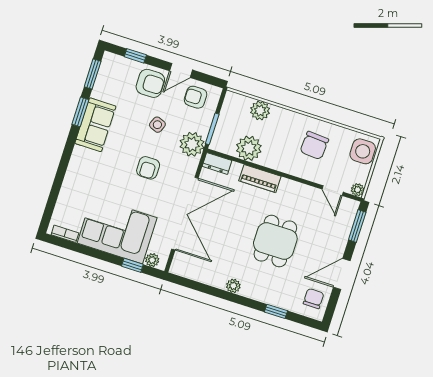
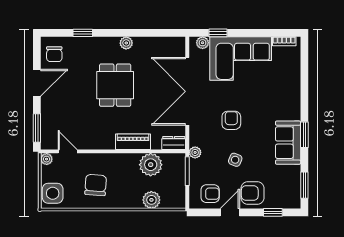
window: (80, 112) -> (304, 135), moved
plant: (192, 144) -> (195, 152), width x0.53, depth x0.53
dining table: (275, 241) -> (115, 85), moved

